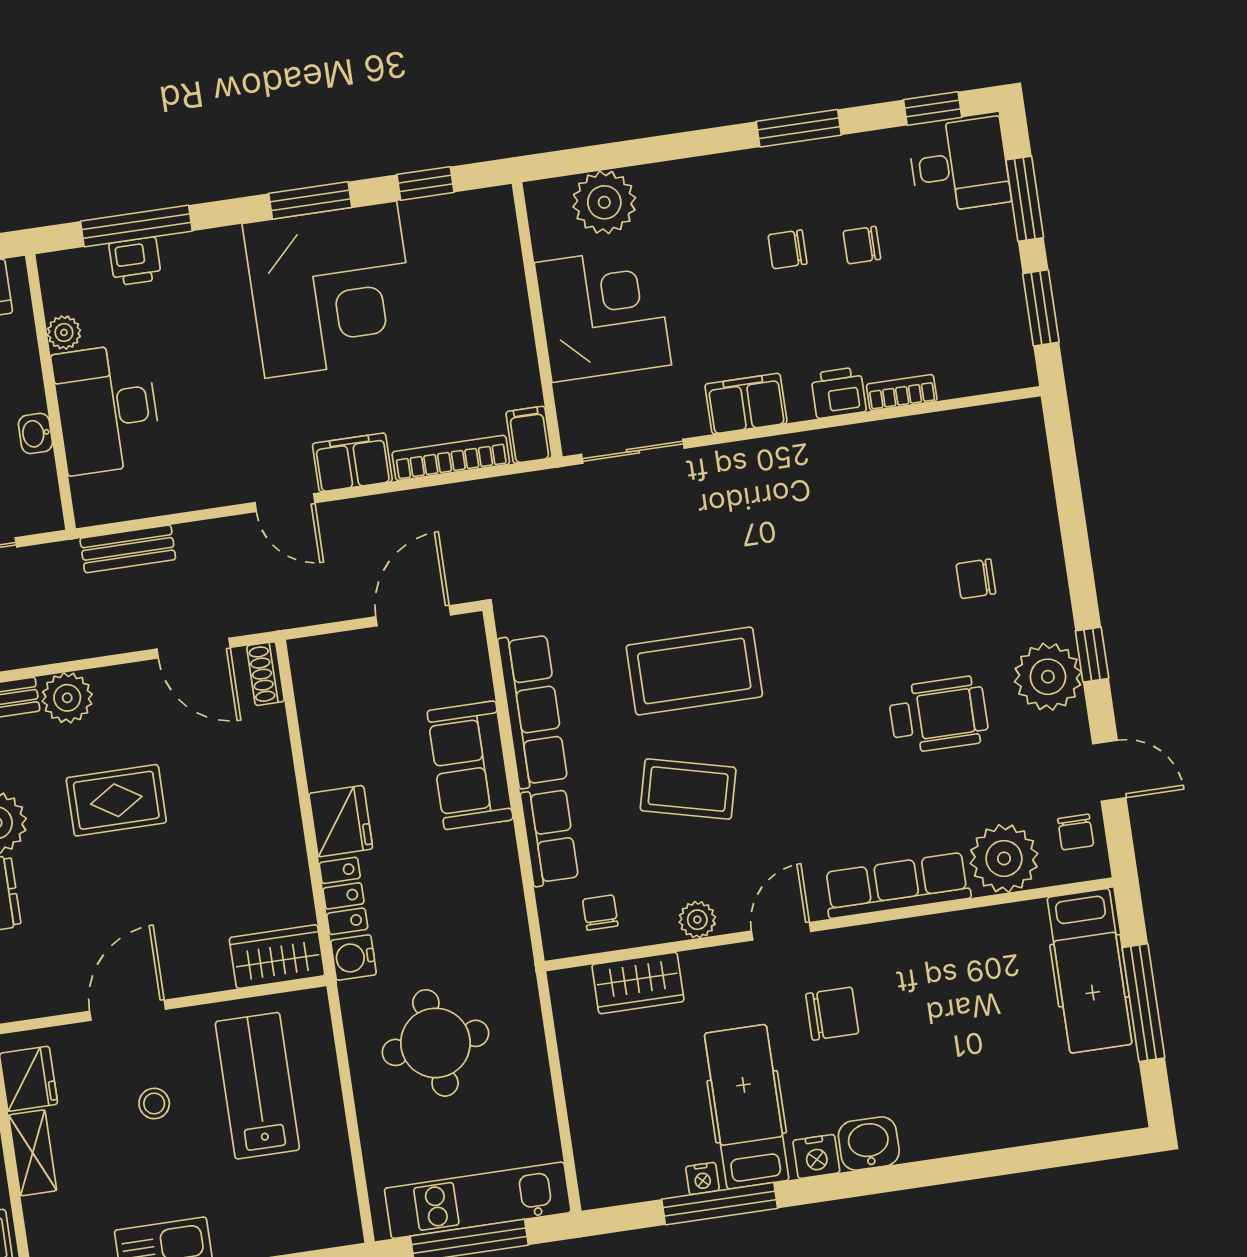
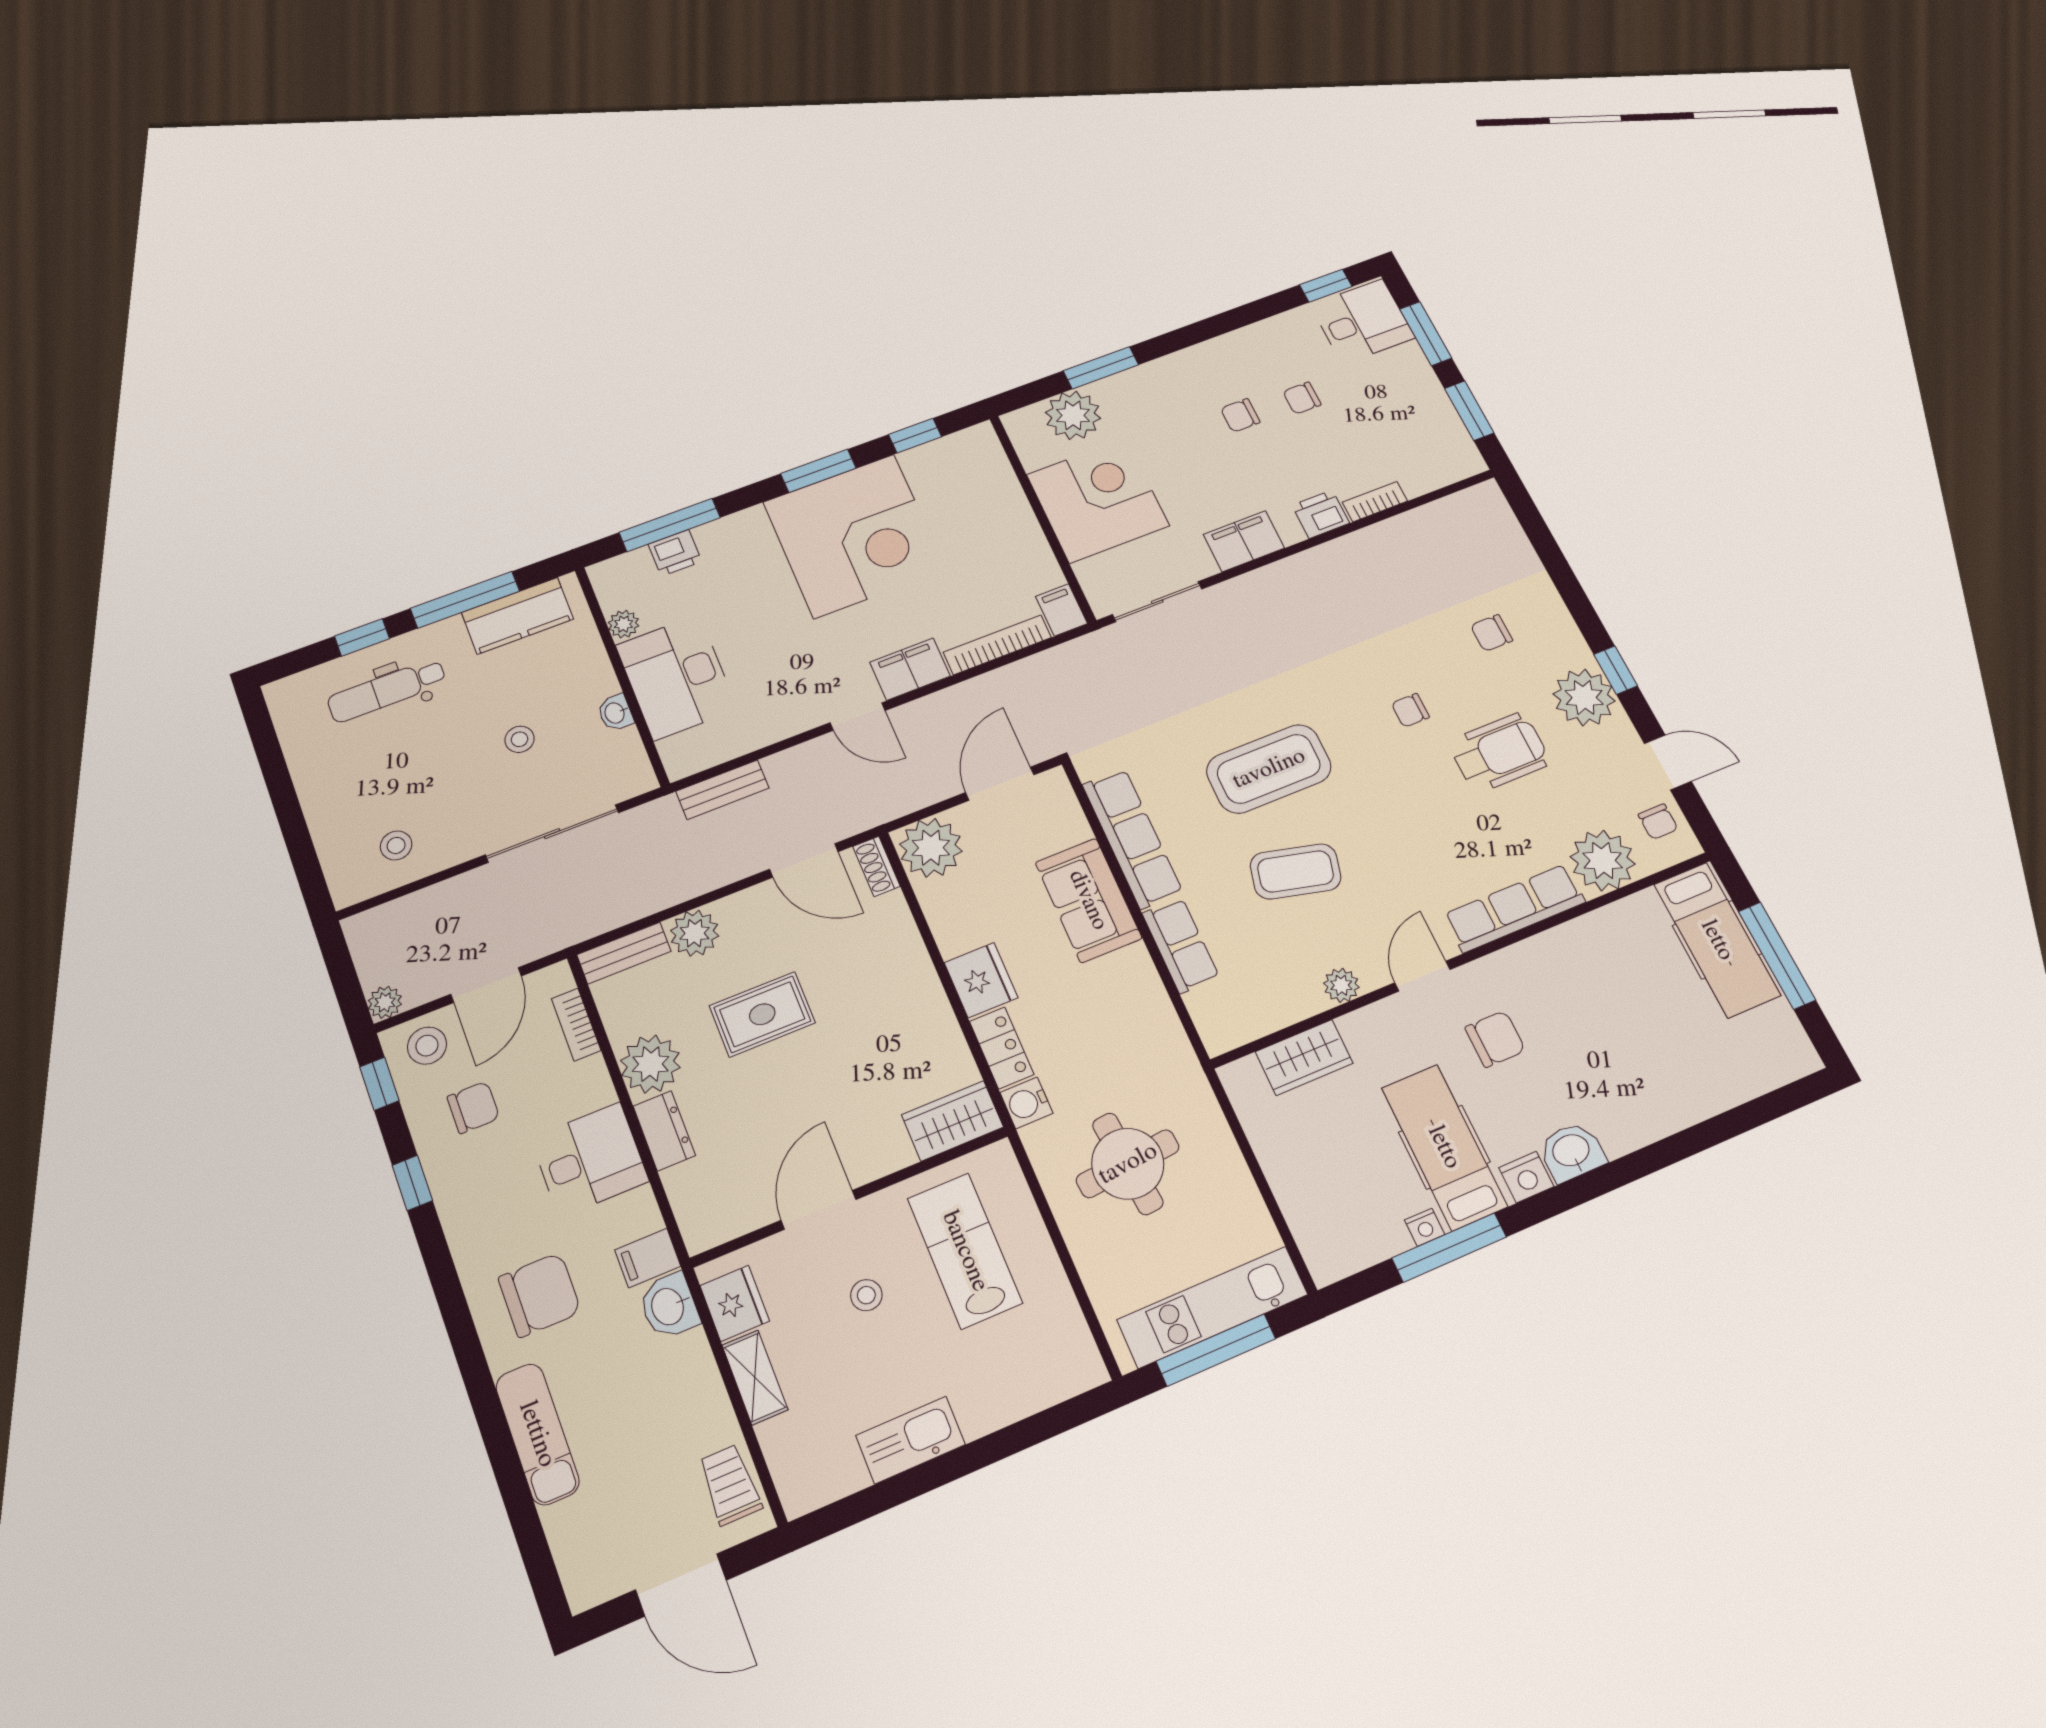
window: (799, 128) -> (1101, 368), moved
plant: (325, 668) -> (931, 848), added
chair: (600, 913) -> (1410, 710), moved, turned -90

